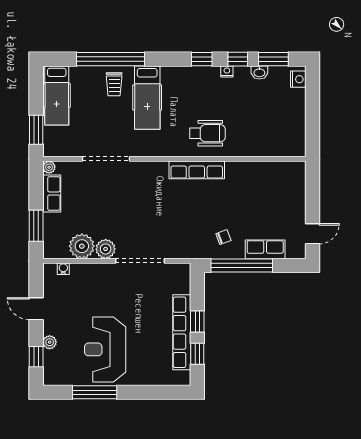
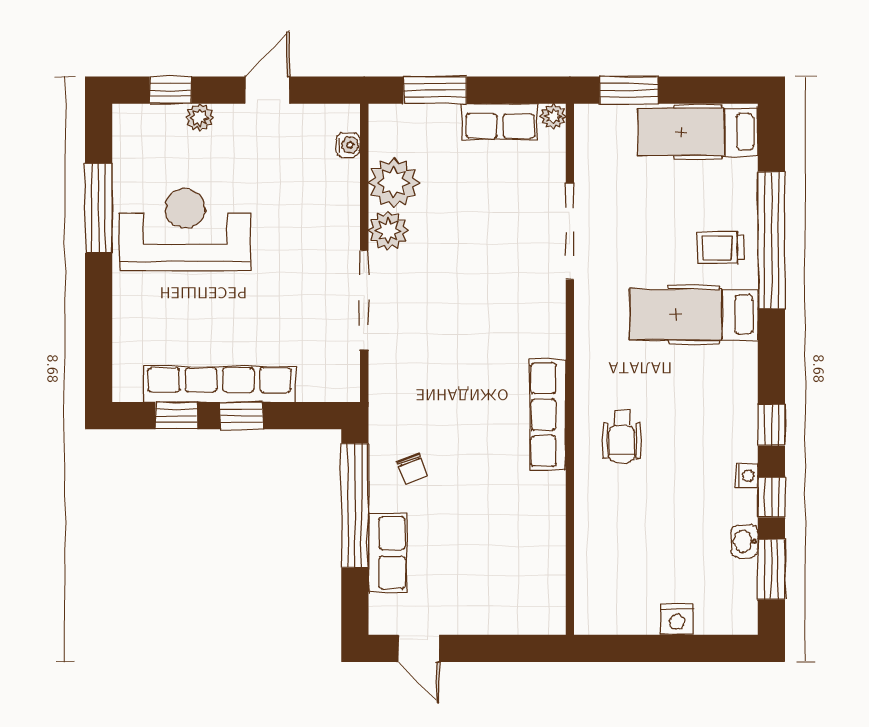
nightstand: (298, 79) -> (677, 619), moved
wheelchair: (207, 133) -> (622, 436), width x0.73, depth x0.73

